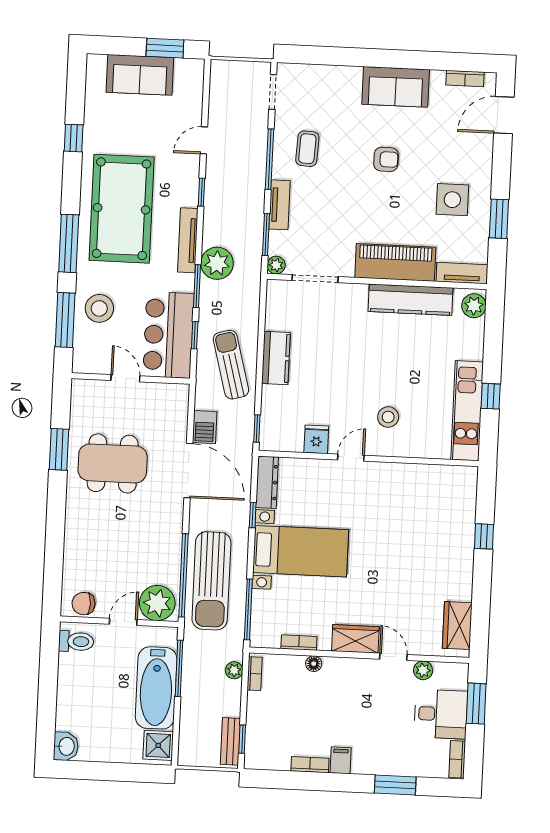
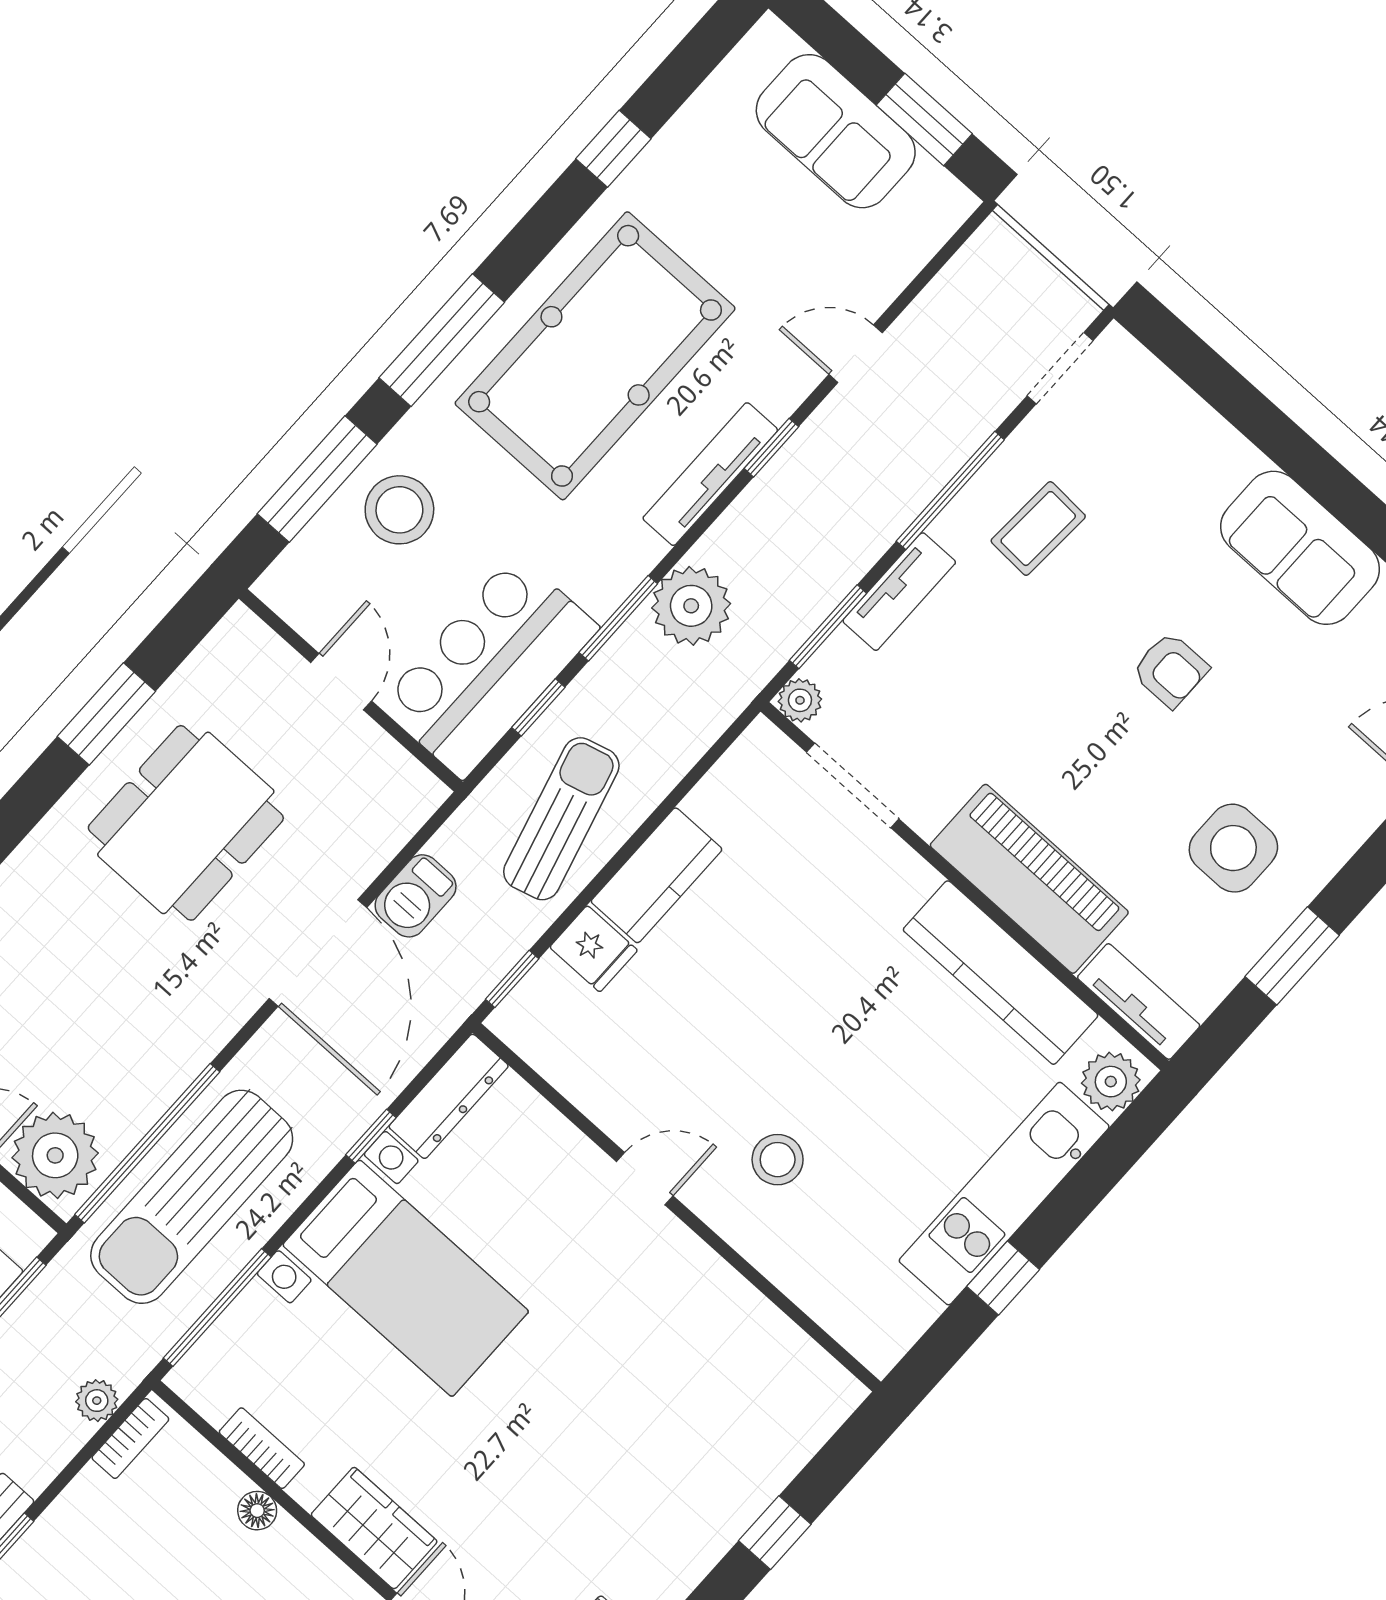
tv unit: (188, 240) -> (710, 474), moved
kitchen unit: (467, 411) -> (1004, 1194), moved
fridge: (316, 439) -> (594, 949), moved, turned 90
dining table: (113, 463) -> (186, 823), turned 90

